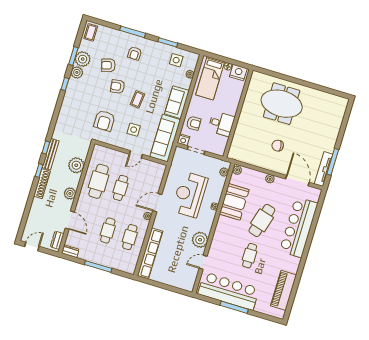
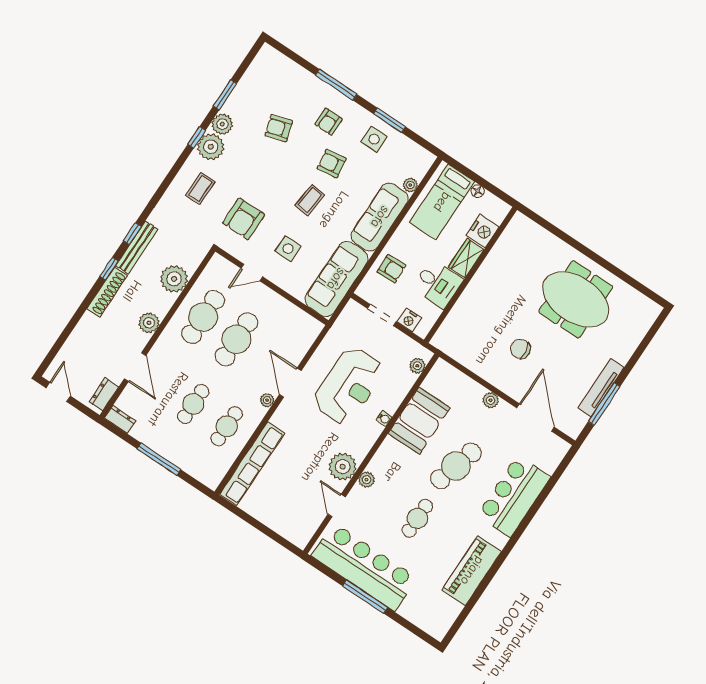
coffee table: (91, 32) -> (200, 189), moved
plant: (83, 59) -> (211, 147), moved
side table: (176, 60) -> (374, 139), moved
nightstand: (238, 73) -> (483, 231), moved, turned 90
armchair: (118, 86) -> (332, 164), moved
sofa: (177, 102) -> (380, 217), width x1.36
meeting table: (282, 104) -> (576, 299), moved
wardrobe: (233, 105) -> (466, 258), added
nightstand: (183, 140) -> (409, 320), moved
door: (136, 154) -> (252, 273), moved
tv unit: (324, 169) -> (601, 388), moved
plant: (237, 170) -> (367, 480), moved
cafe table: (121, 188) -> (236, 339), width x1.37, depth x1.35
reception desk: (190, 195) -> (348, 386), turned 180
door: (157, 203) -> (290, 383), hinge flipped
bar counter: (299, 227) -> (514, 496), width x0.73
door: (32, 247) -> (58, 392), hinge flipped
door: (203, 262) -> (337, 506), hinge flipped
piano: (284, 290) -> (472, 571), moved

